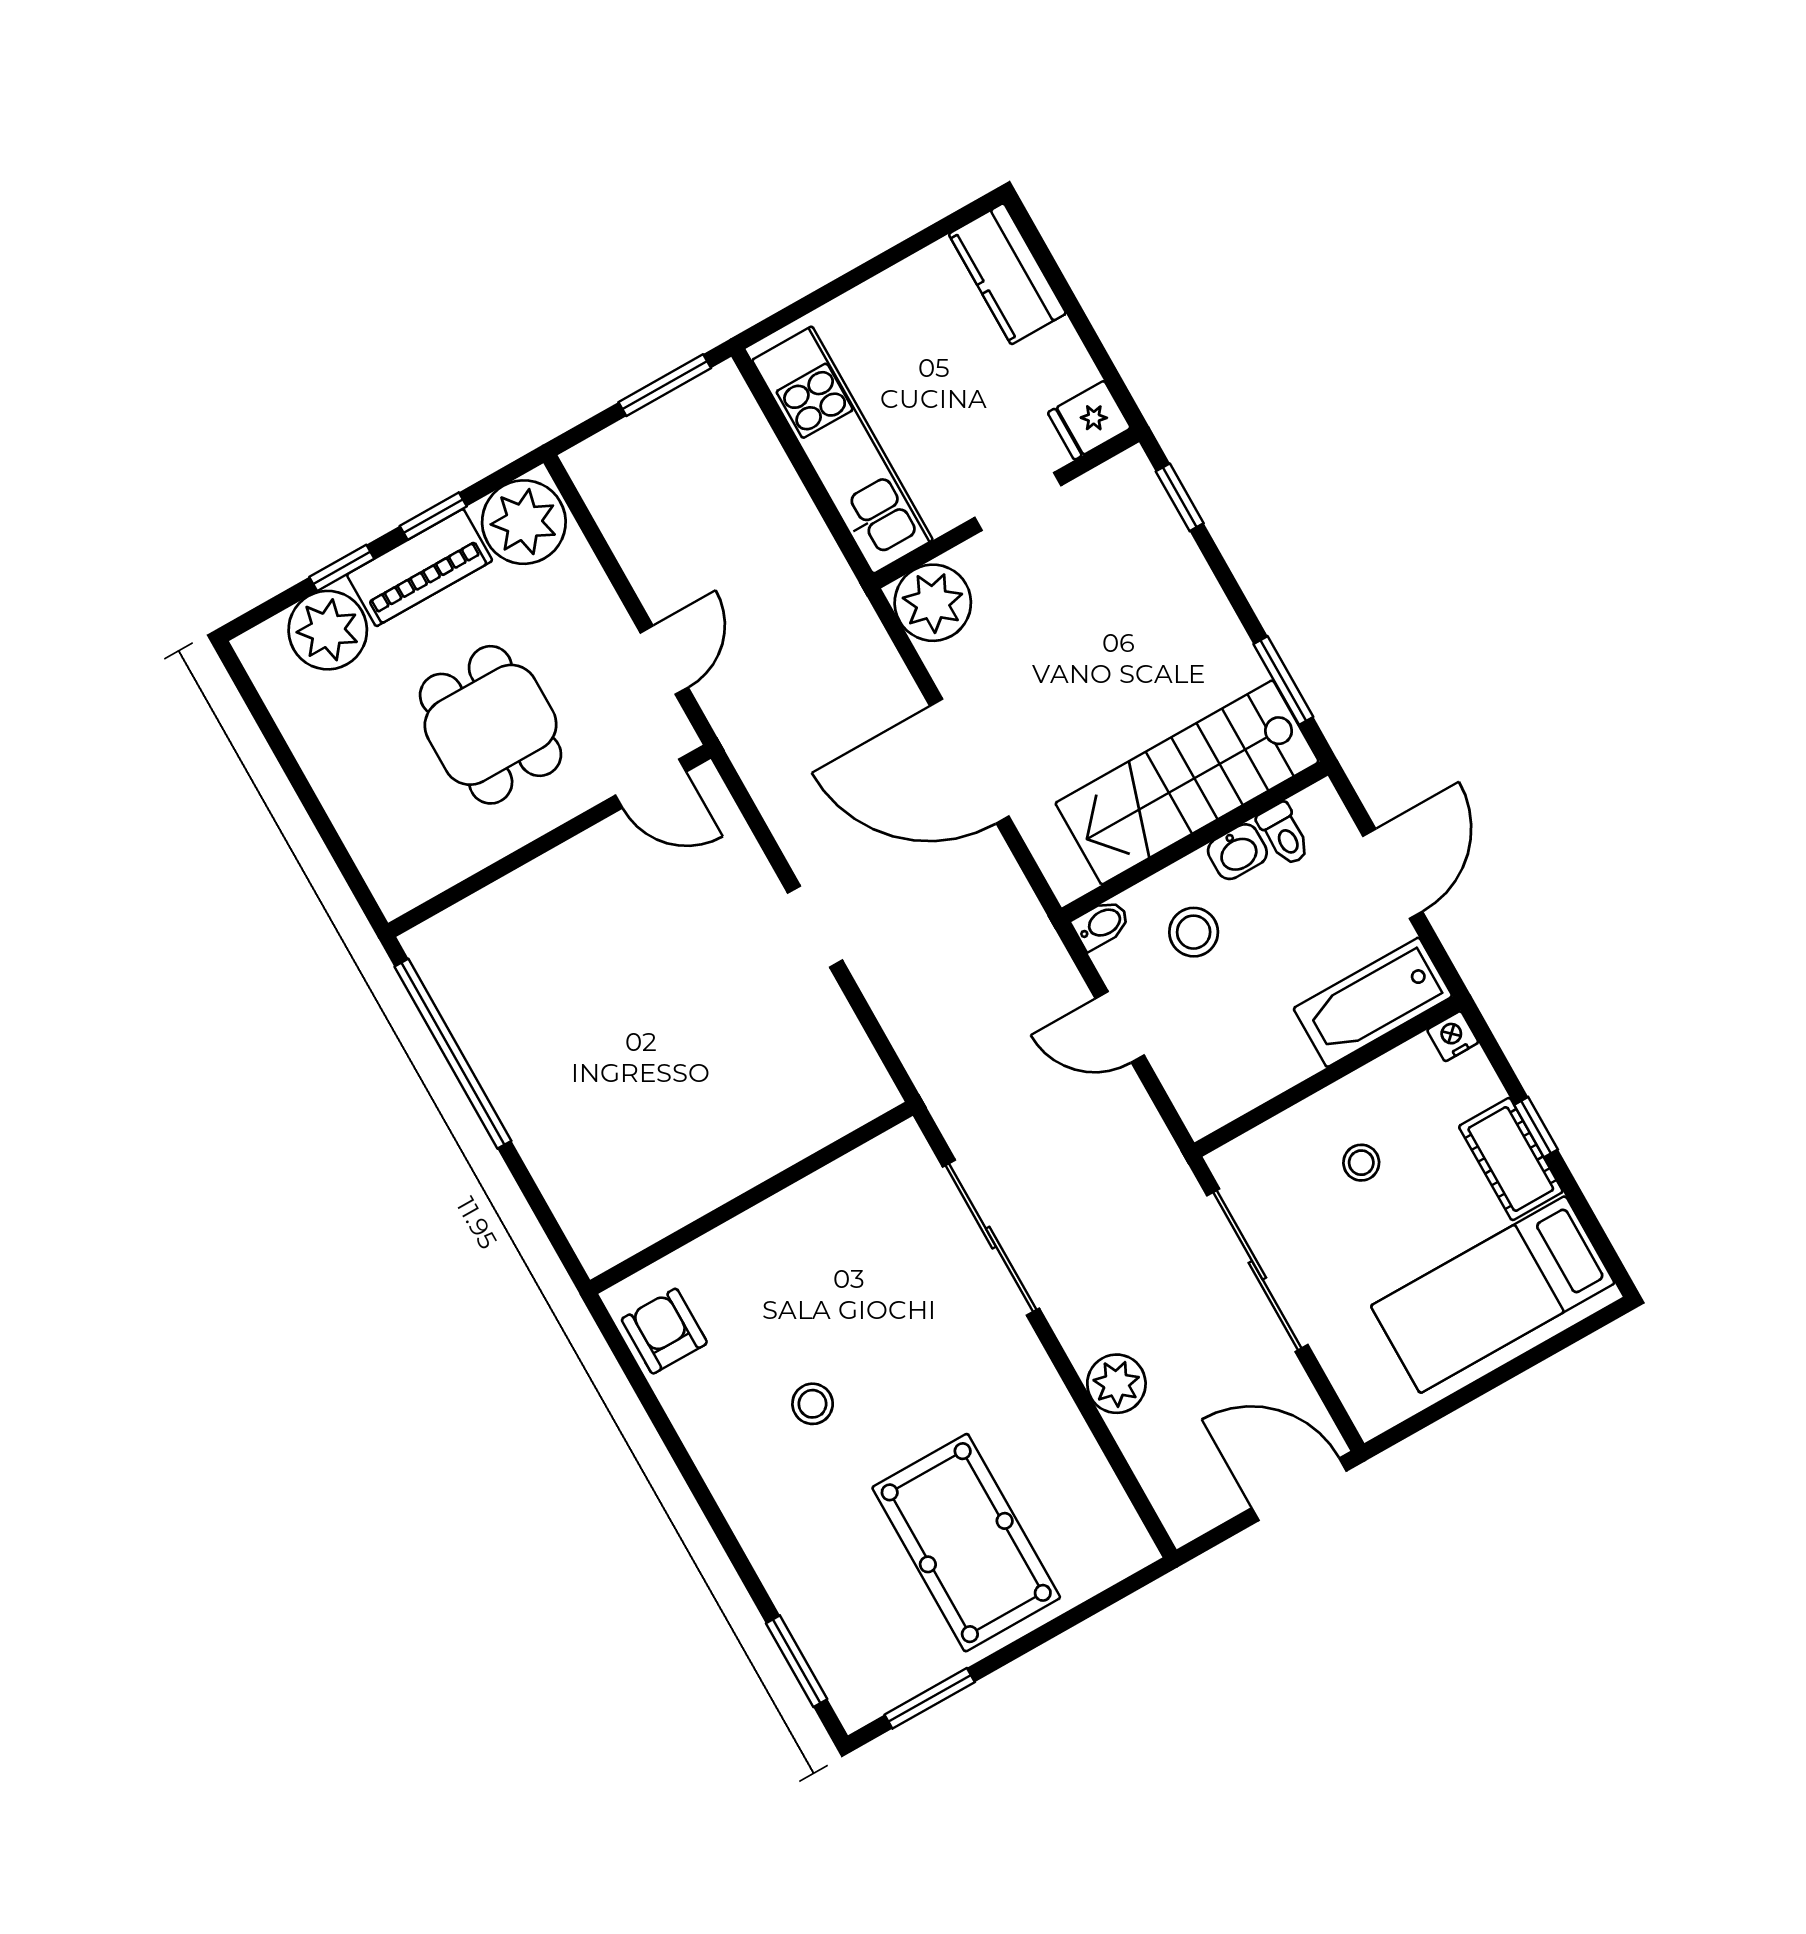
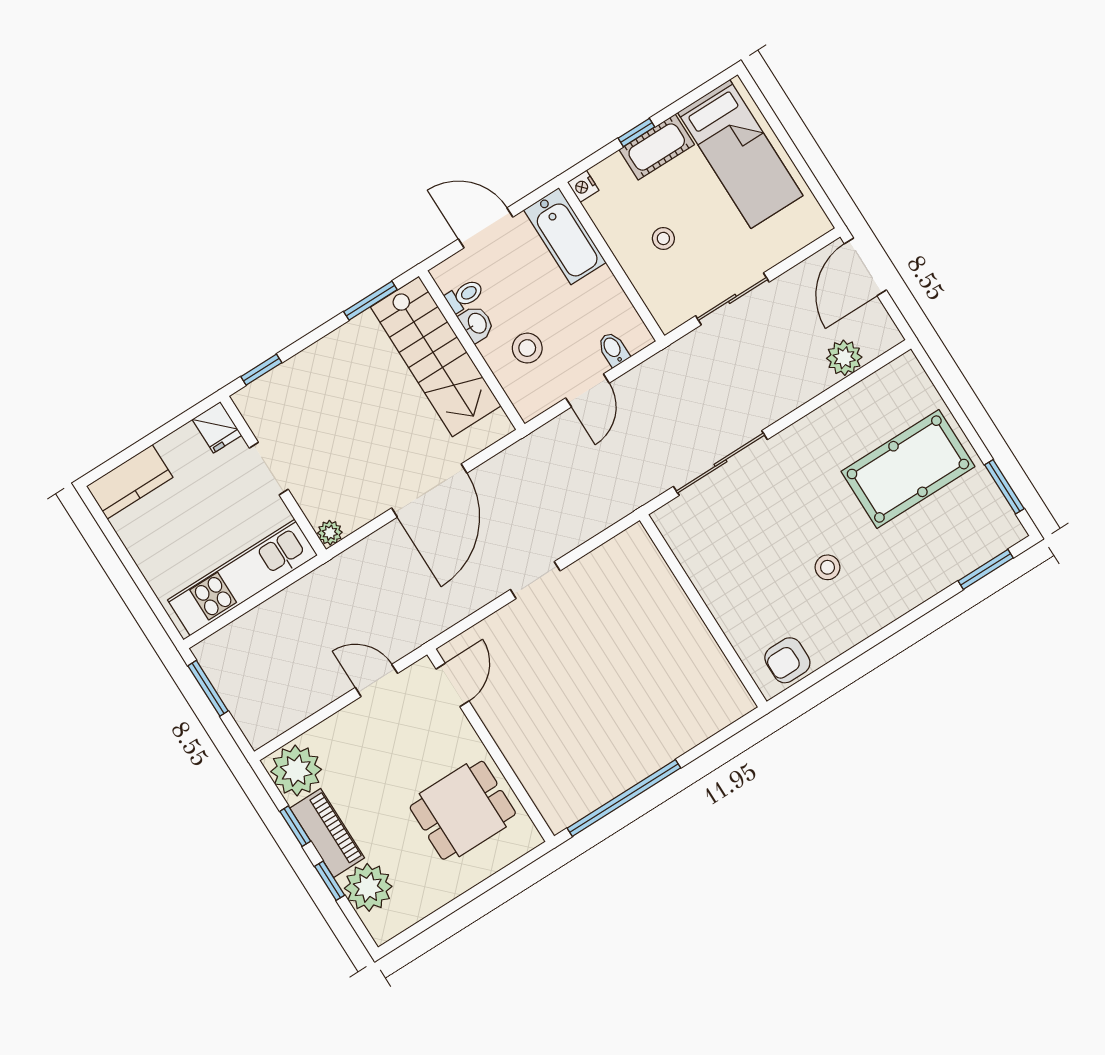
plant: (933, 603) -> (330, 533), width x0.53, depth x0.53
dining table: (491, 725) -> (463, 810), moved
bidet: (1101, 924) -> (613, 349), moved
sliding door: (1257, 1270) -> (732, 299), width x0.73
plant: (1116, 1384) -> (844, 358), moved

